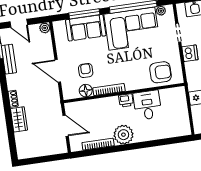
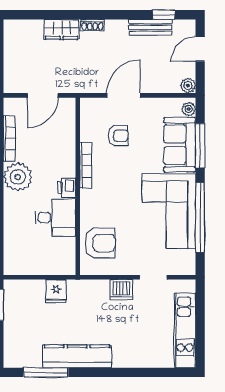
plant: (161, 11) -> (189, 109), moved
armchair: (160, 72) -> (100, 243), turned -90
floor lamp: (86, 91) -> (89, 132), removed

